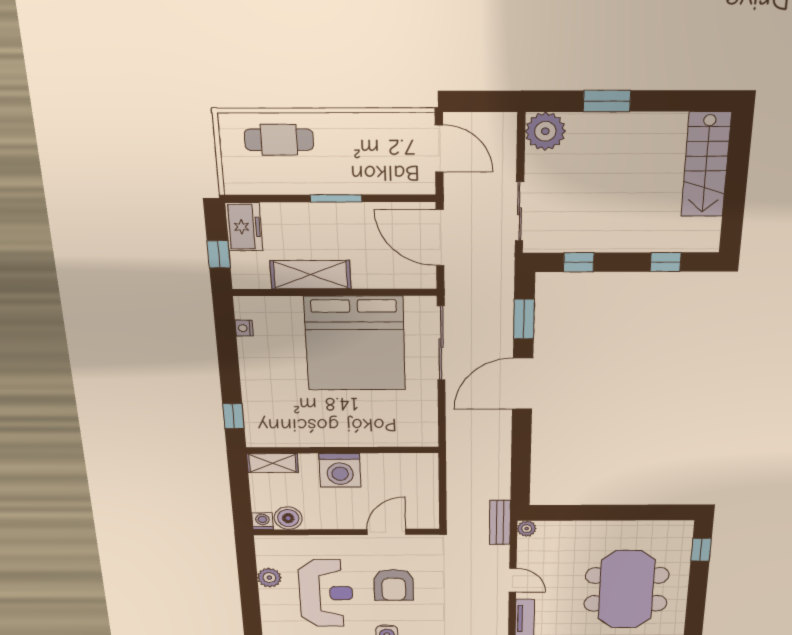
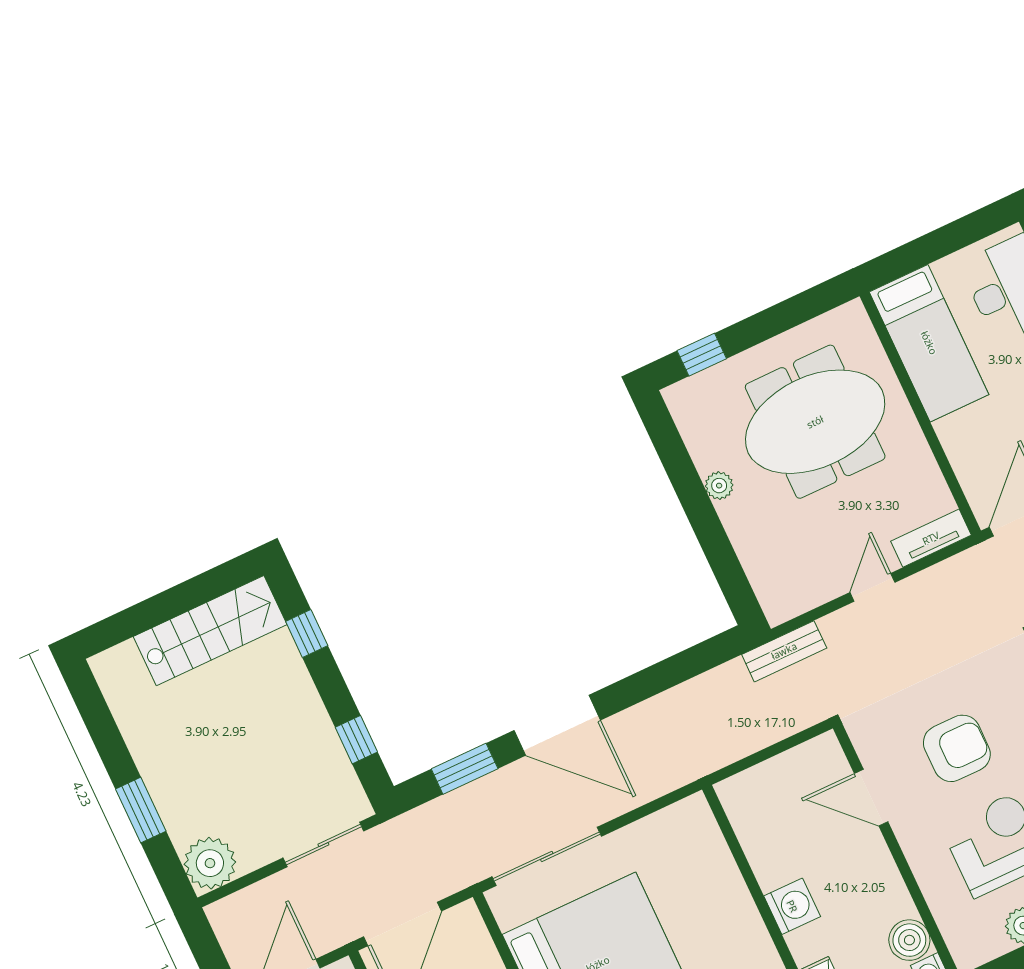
stairs: (706, 165) -> (210, 631), moved
washing machine: (340, 470) -> (792, 906), width x0.73, depth x0.73
plant: (527, 529) -> (719, 486), moved

